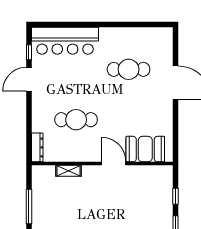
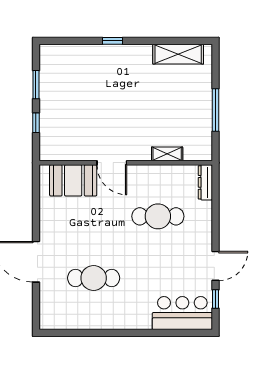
bar counter: (65, 41) -> (182, 313), width x0.73

